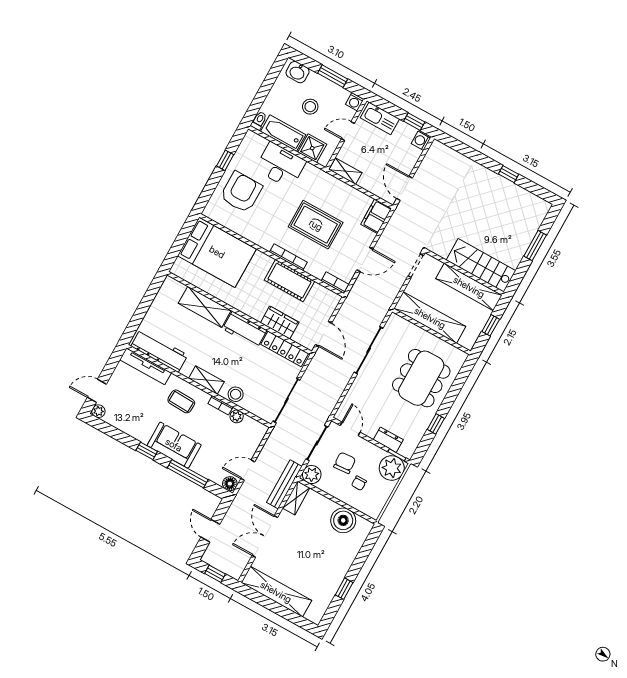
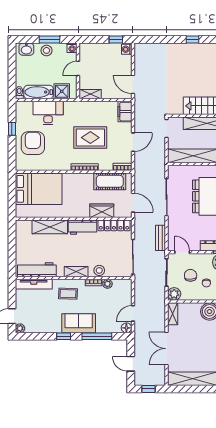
stool: (310, 107) -> (46, 50), moved
kitchen sink: (380, 118) -> (93, 50), removed
cot: (289, 281) -> (110, 181), moved
bench: (284, 484) -> (161, 238), moved, width x0.73

